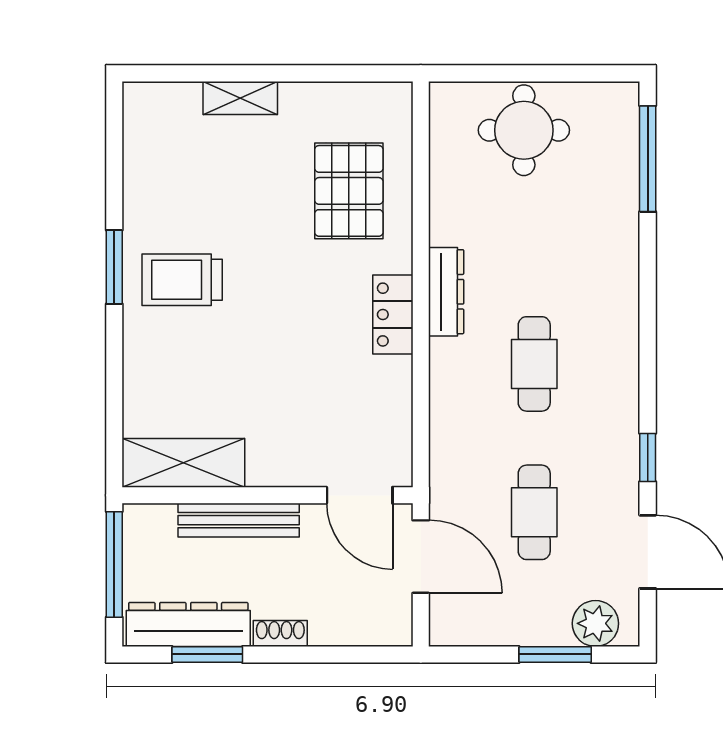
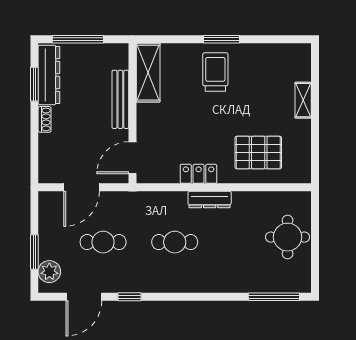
shelving: (183, 463) -> (148, 73), moved
wall: (268, 495) -> (132, 113), moved
door: (360, 495) -> (132, 158), moved
bench: (239, 520) -> (120, 99), moved

